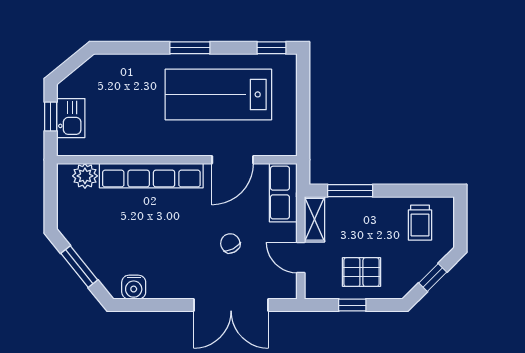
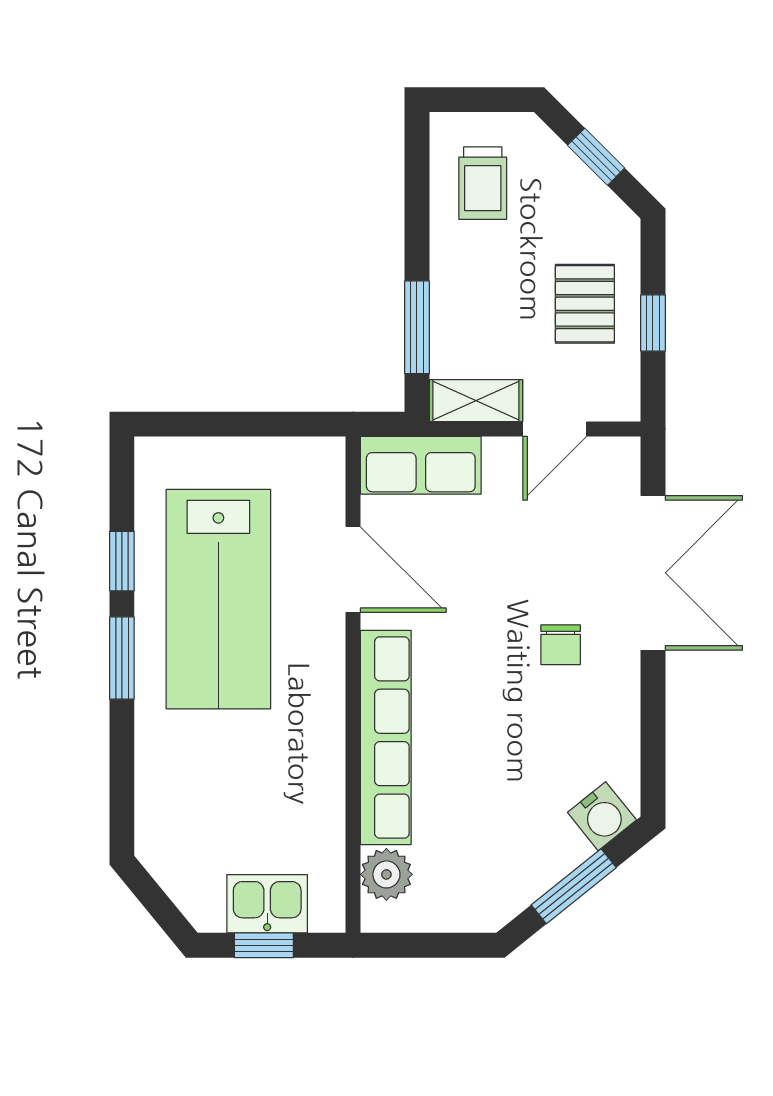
window: (271, 48) -> (122, 561), moved
trolley: (420, 223) -> (483, 183), turned 90
chair: (230, 243) -> (561, 645), moved, turned -62
water cooler: (134, 287) -> (602, 816), moved, turned 51

